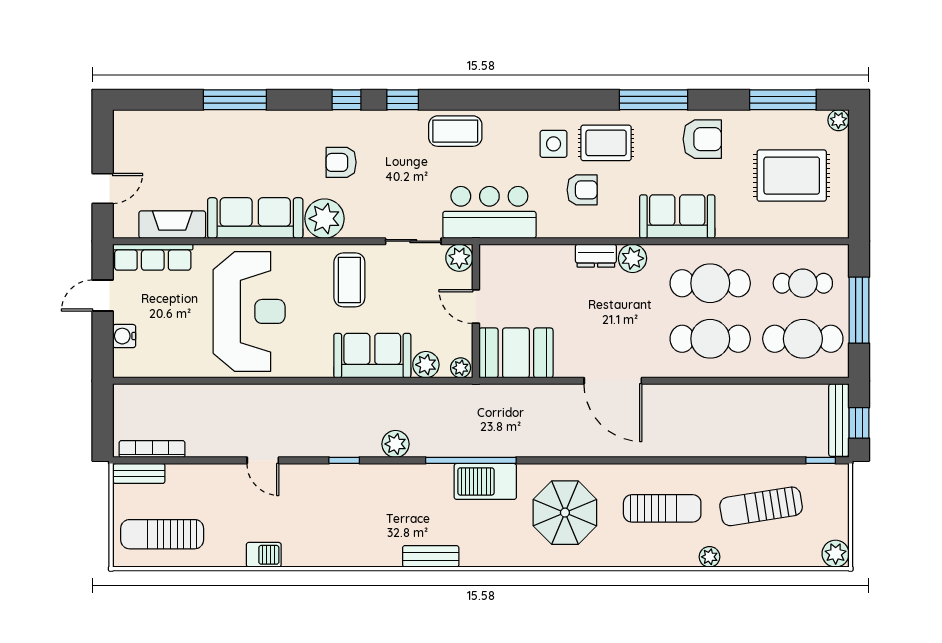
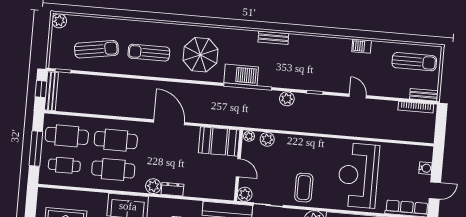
sofa: (372, 356) -> (295, 147), removed
plant: (710, 557) -> (126, 25), removed

